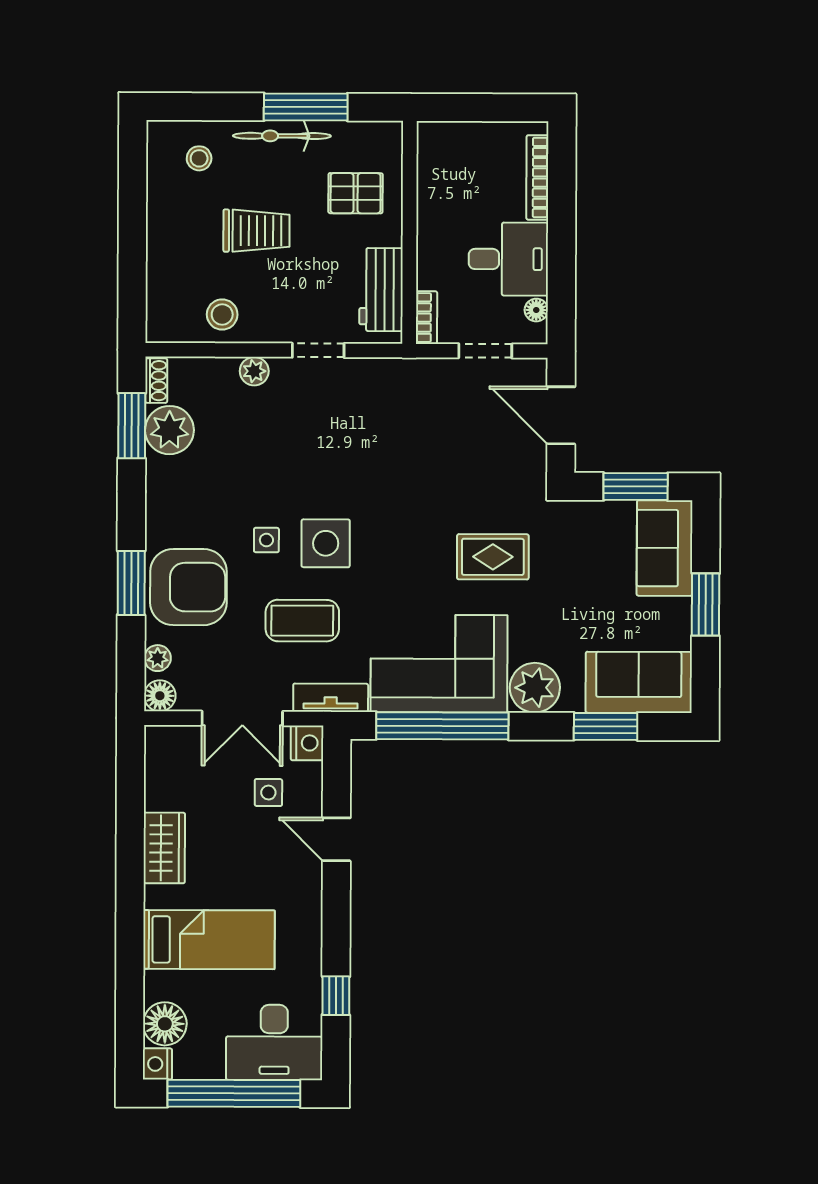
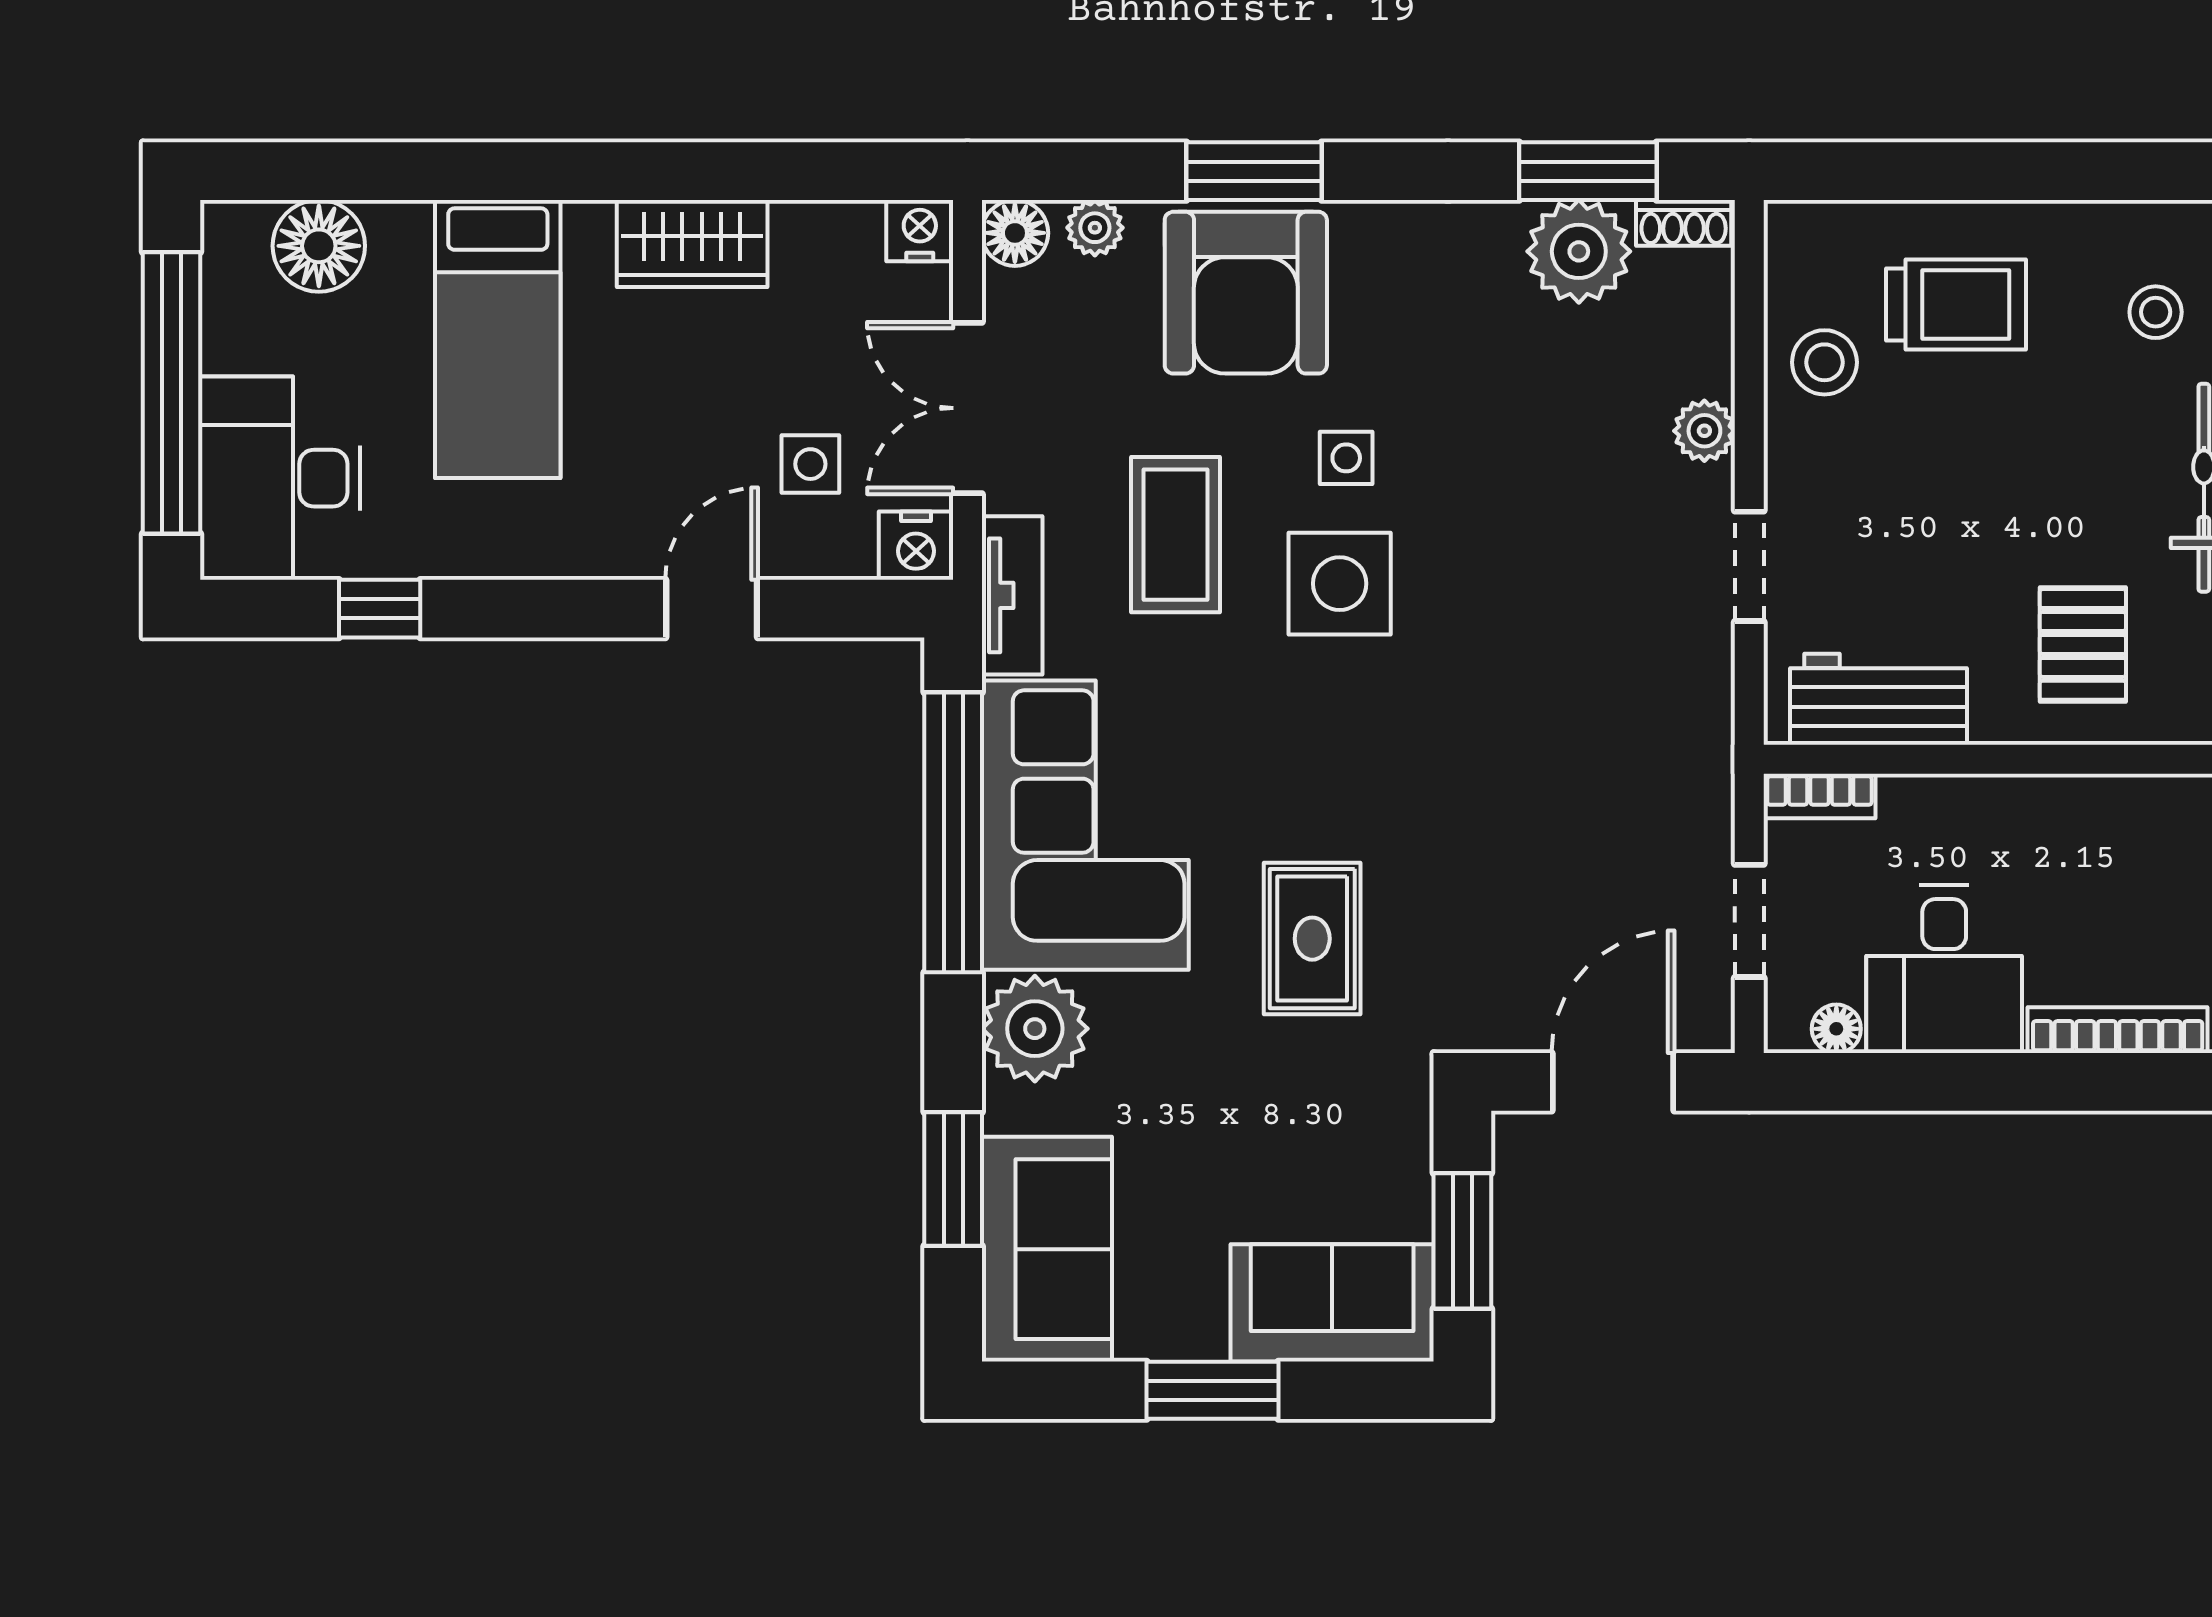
trolley: (256, 231) -> (1956, 304), moved, turned -90
nightstand: (157, 1064) -> (920, 231), moved

